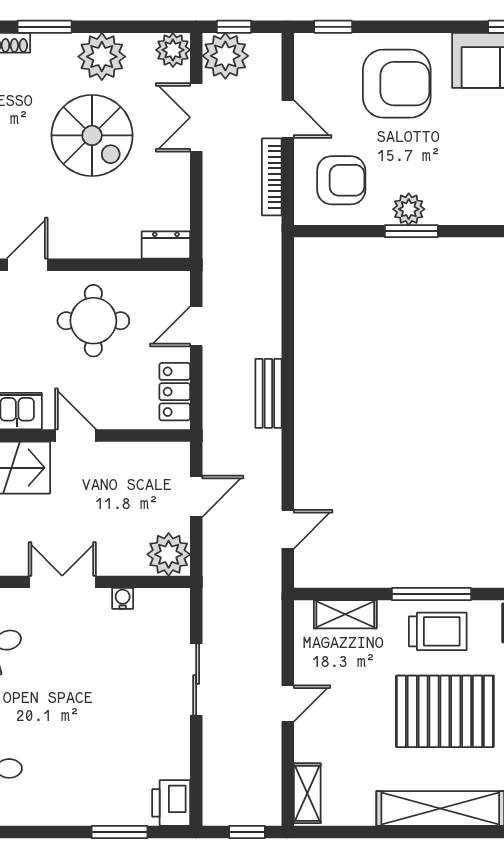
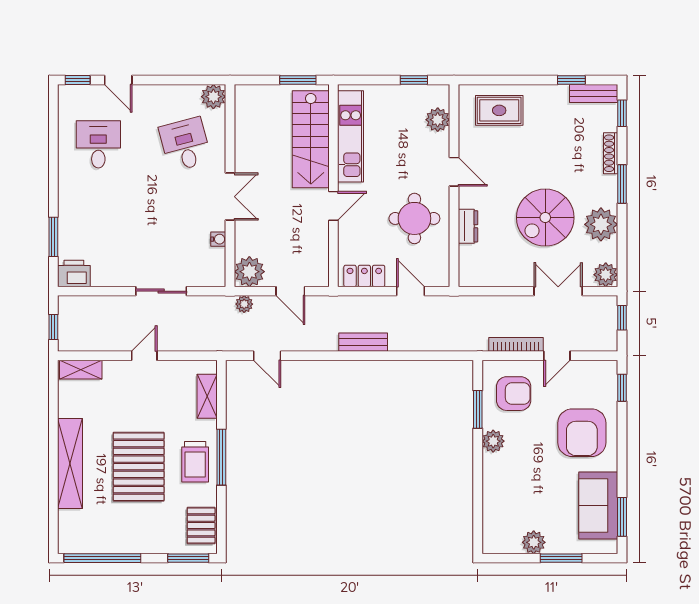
plant: (225, 56) -> (244, 304), moved, width x0.53, depth x0.53
armchair: (341, 180) -> (514, 394), turned -90
window: (411, 231) -> (478, 409), moved
dresser: (166, 245) -> (468, 226), moved
door: (288, 703) -> (144, 356), swing flipped

